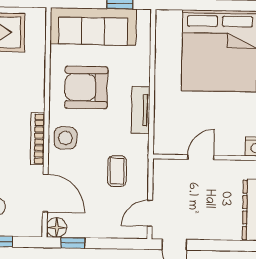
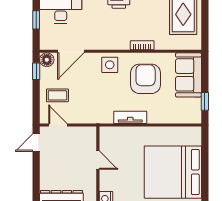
sofa: (93, 26) -> (188, 75), width x0.73
bookcase: (38, 139) -> (142, 45), moved, width x0.64
coffee table: (117, 171) -> (57, 95), moved

